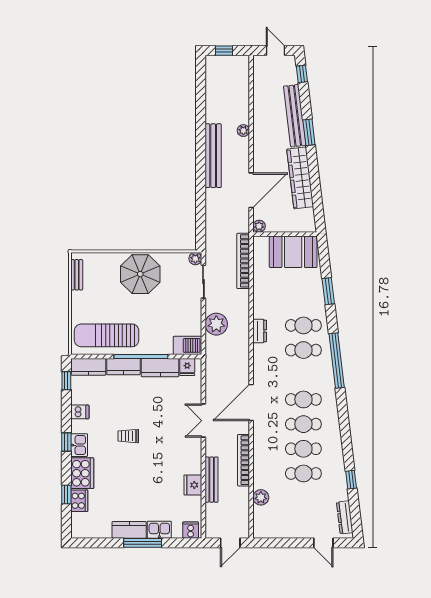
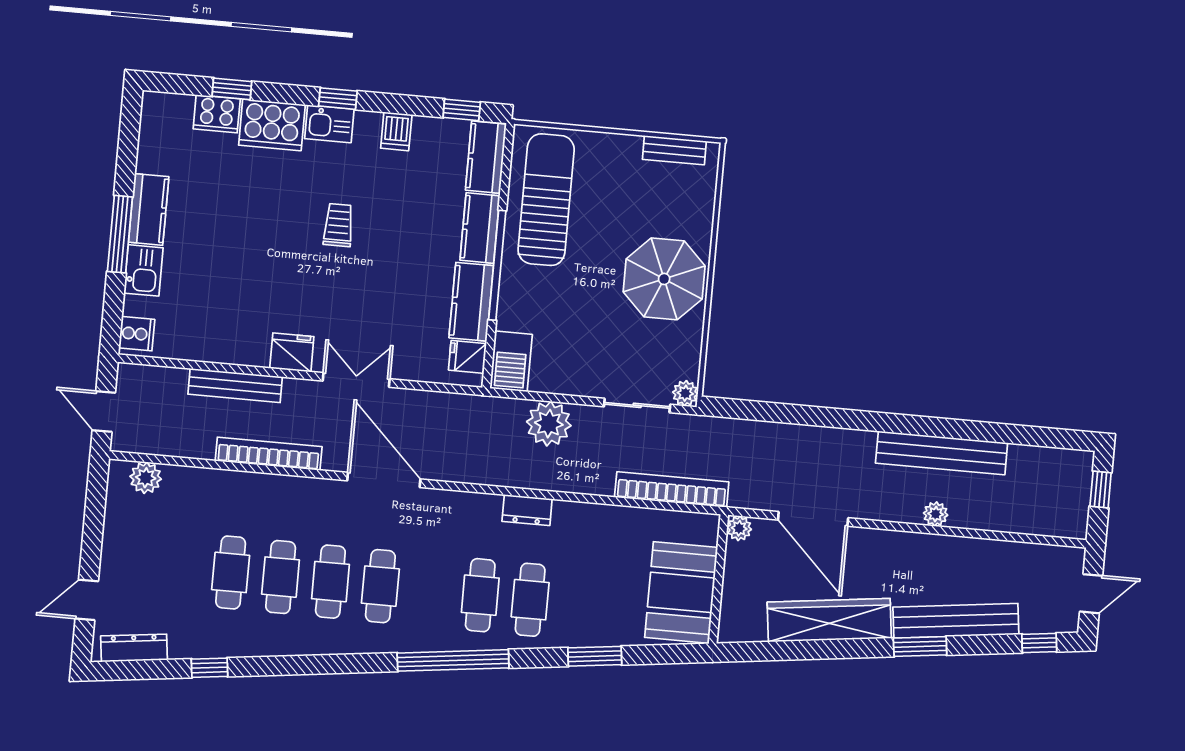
bench: (213, 156) -> (942, 453), moved
fridge: (193, 485) -> (292, 352), moved
plant: (261, 497) -> (146, 478), moved

